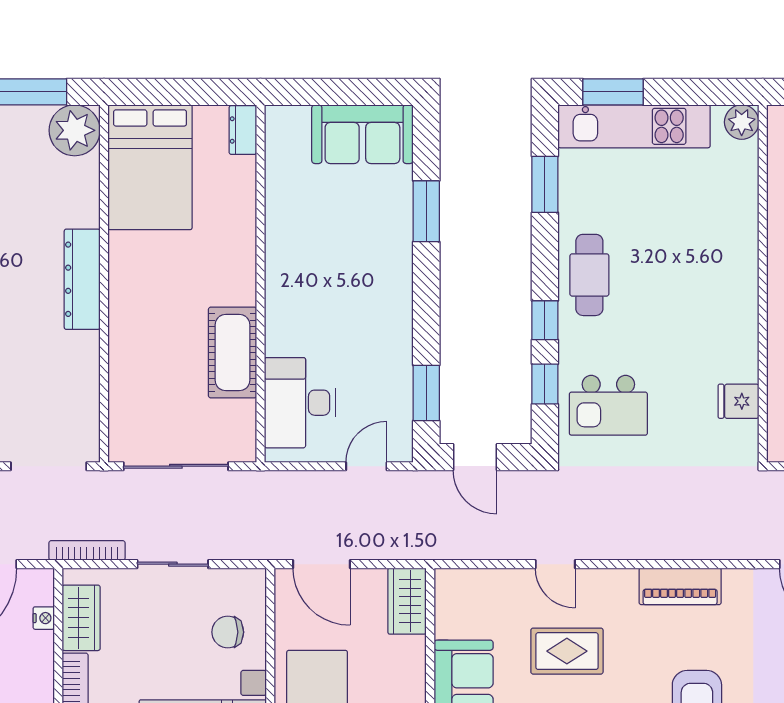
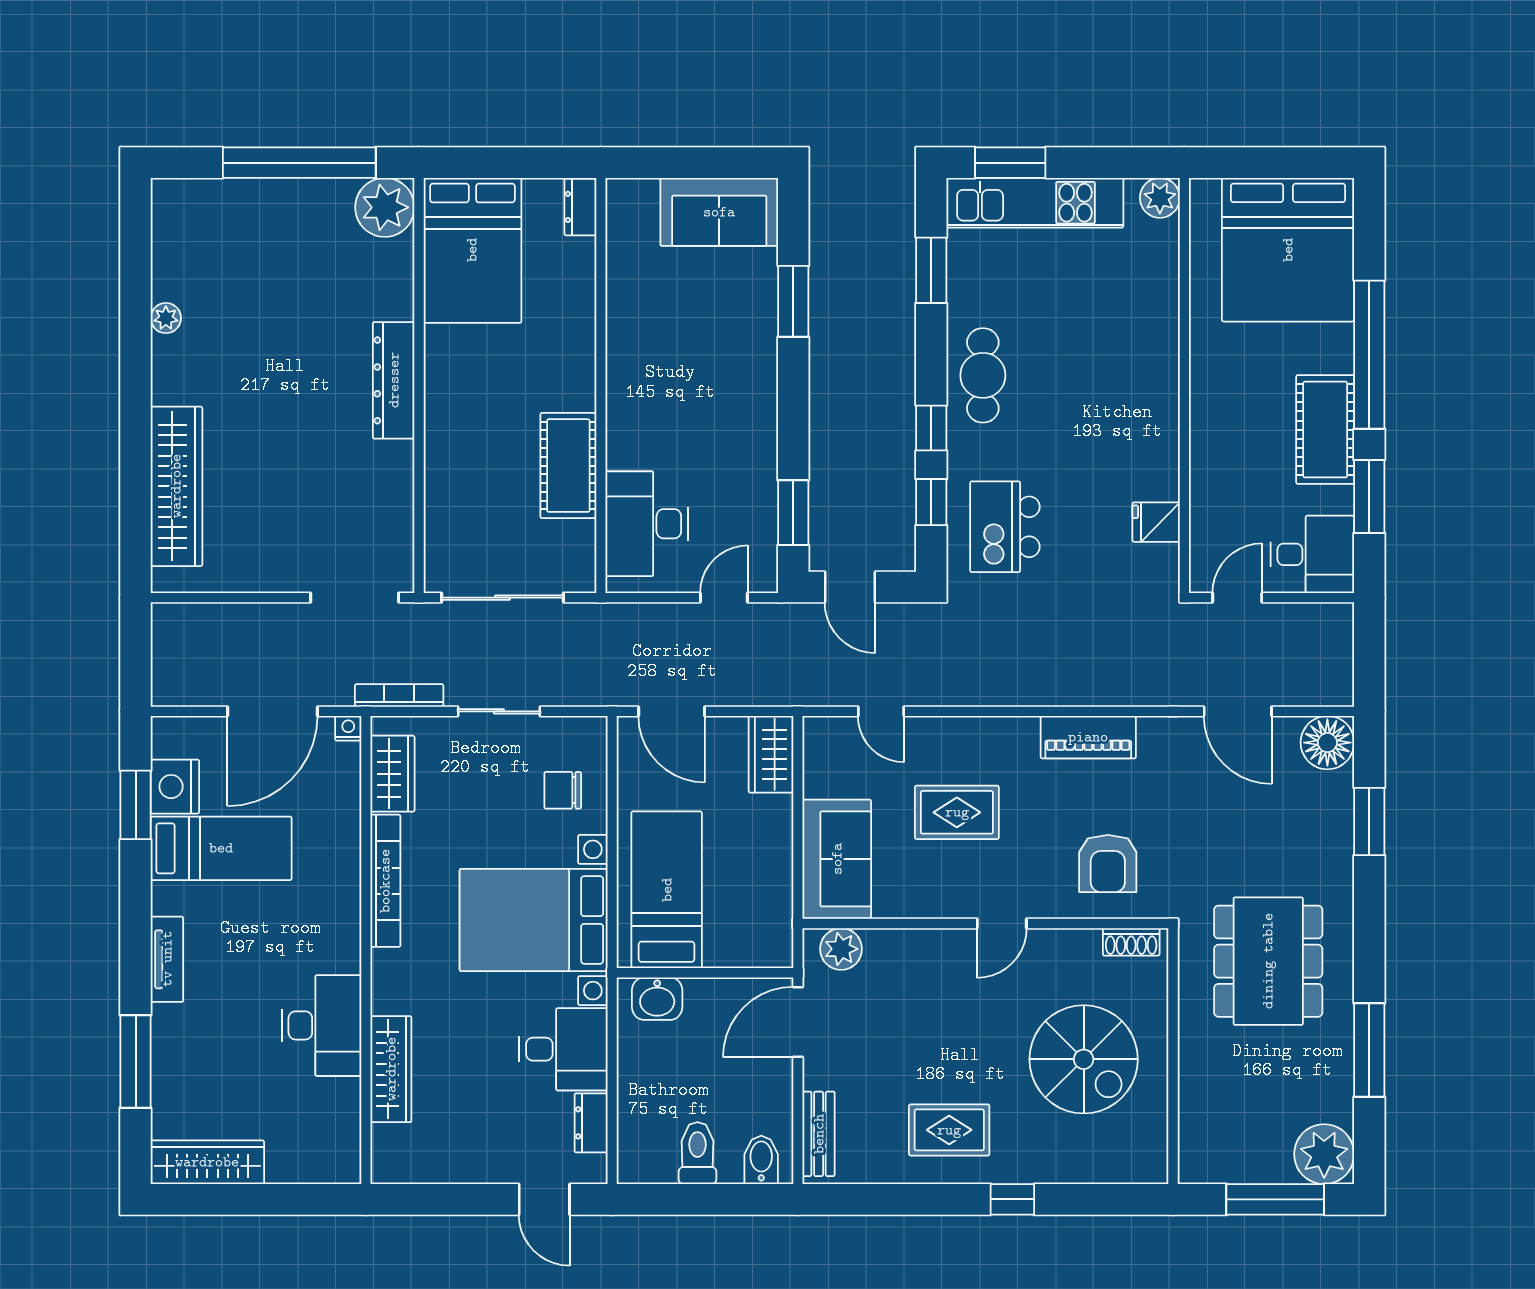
kitchen island: (608, 405) -> (1005, 527), turned 90
door: (555, 564) -> (881, 711), moved
nightstand: (44, 618) -> (348, 728), moved, turned -90

